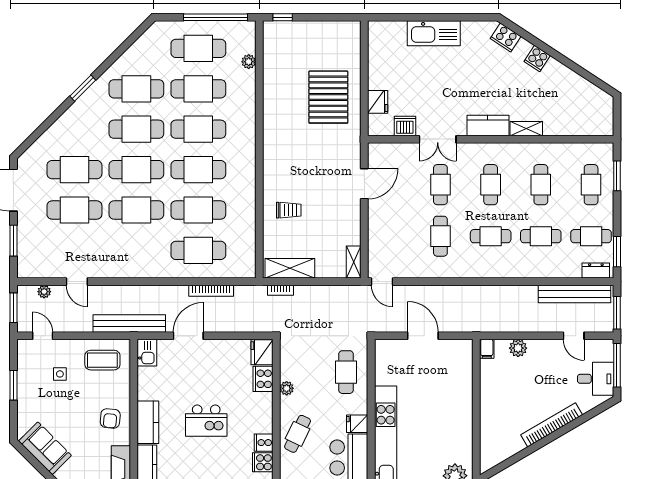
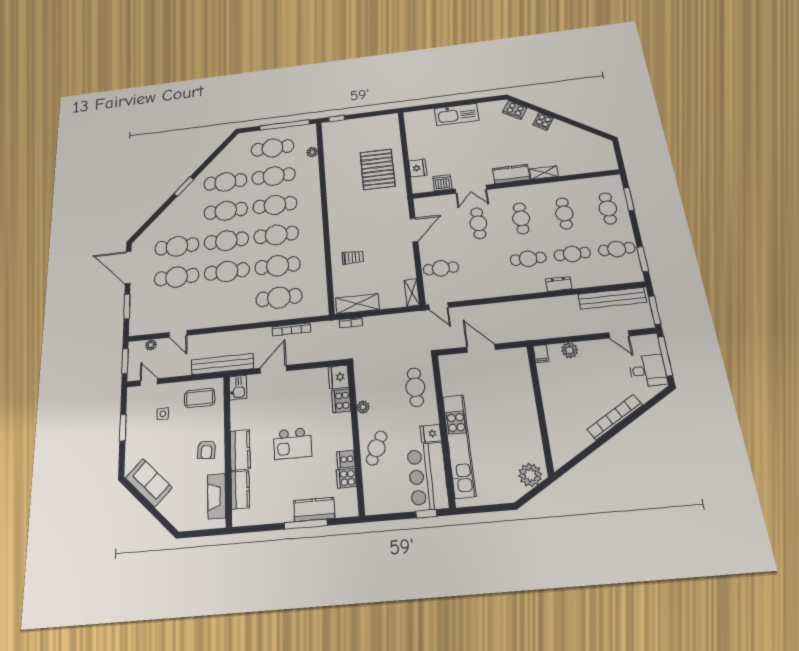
cafe table: (440, 236) -> (441, 268), moved, turned 90
dresser: (596, 271) -> (559, 284), moved

